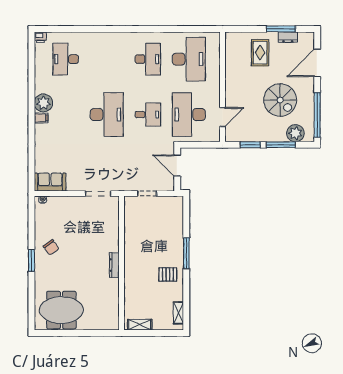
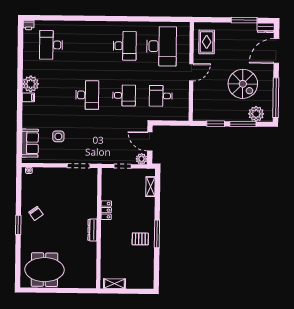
dresser: (288, 37) -> (266, 28), moved
rug: (260, 53) -> (207, 42), moved
desk: (107, 115) -> (87, 95), width x0.73, depth x0.77
desk: (189, 115) -> (161, 96), width x0.53, depth x0.77
door: (222, 117) -> (191, 72), moved
side table: (75, 161) -> (58, 136), added
sofa: (50, 182) -> (30, 143), moved, turned 90
plant: (168, 185) -> (141, 159), added
locker: (129, 243) -> (106, 210), added
window: (186, 253) -> (157, 234), moved
shelving: (178, 313) -> (150, 187), moved

